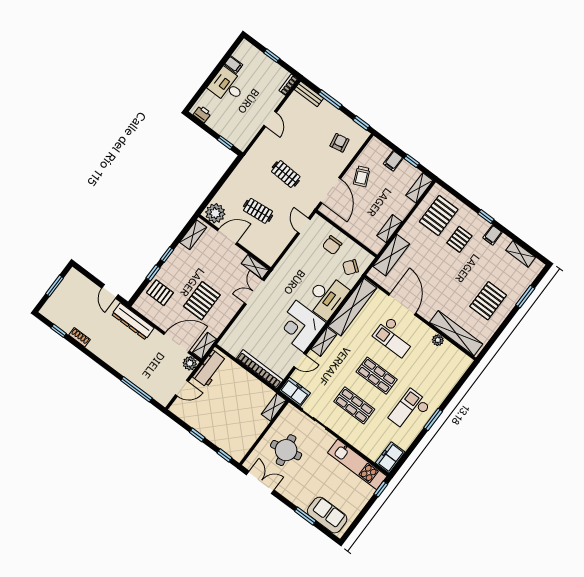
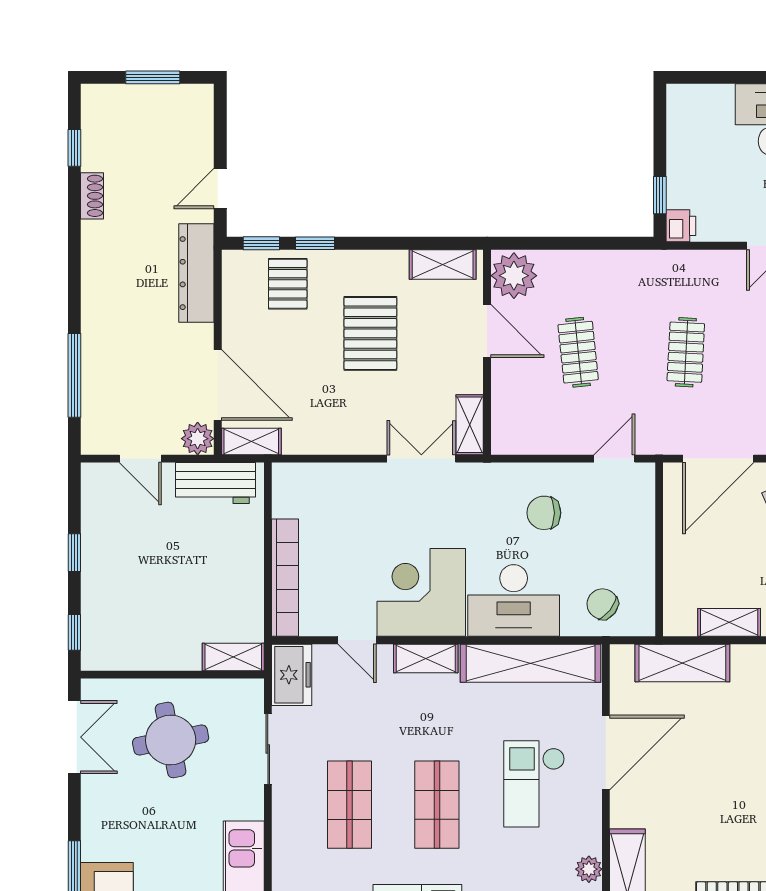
printer: (202, 114) -> (681, 226), moved
chair: (332, 245) -> (544, 513), moved
window: (167, 254) -> (261, 243), moved
pallet: (202, 301) -> (370, 333), moved, turned 90

